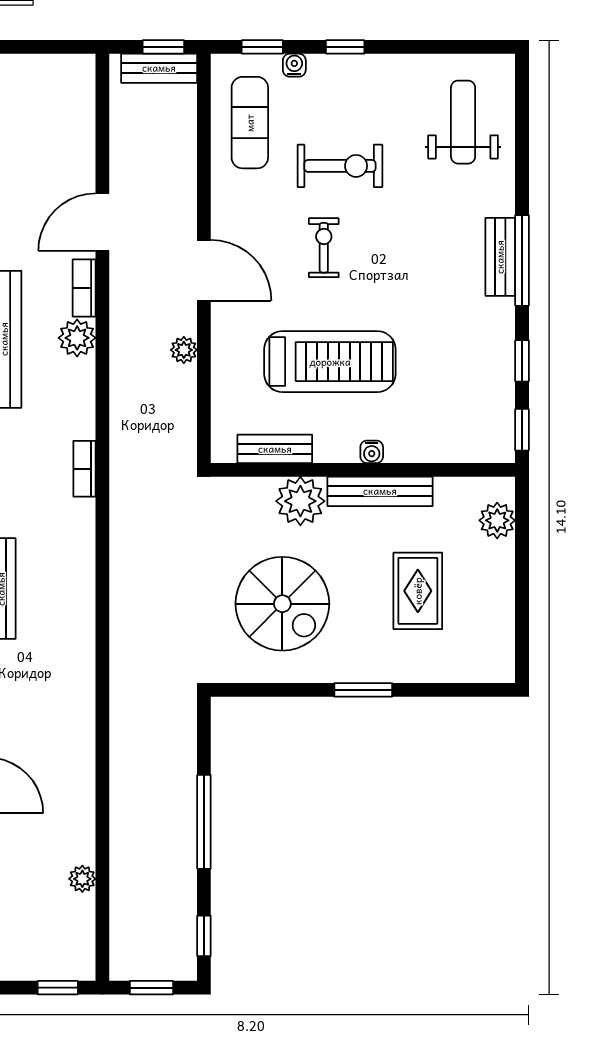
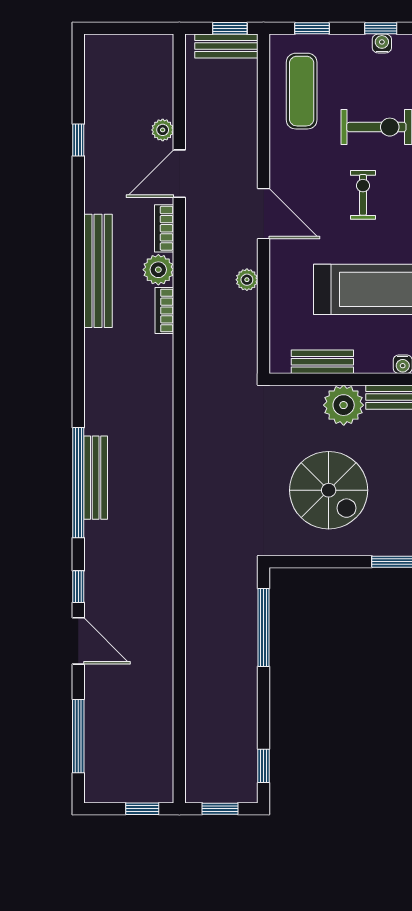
water cooler: (294, 65) -> (382, 44), moved
bookcase: (84, 469) -> (164, 311), moved
window: (204, 822) -> (264, 627), moved
plant: (82, 879) -> (163, 130), moved

